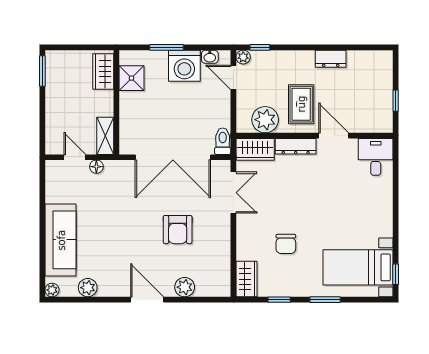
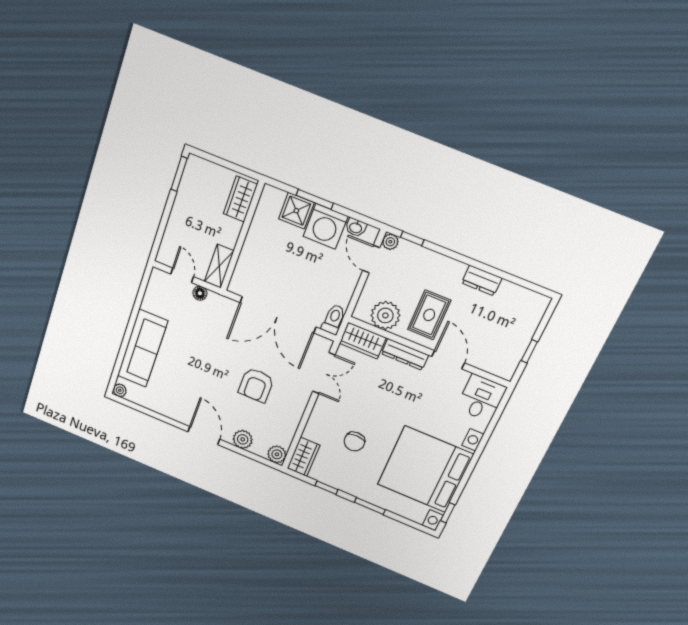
shower: (131, 78) -> (296, 211), moved
bed with nightstands: (358, 267) -> (425, 469), width x1.85
plant: (88, 288) -> (277, 454), moved

